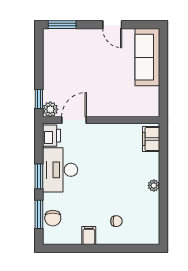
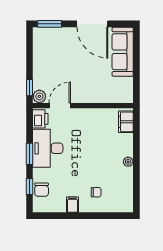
door: (112, 25) -> (92, 24), width x1.87
window: (39, 214) -> (30, 186), width x0.67

